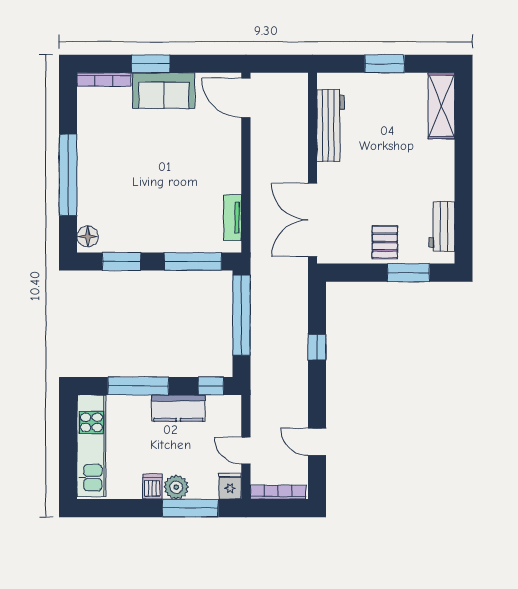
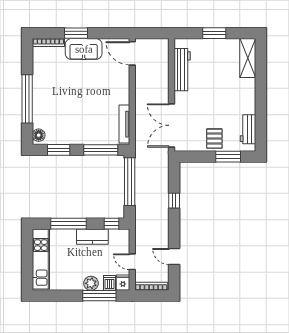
tv unit: (233, 218) -> (124, 124), width x1.41
dishwasher: (152, 487) -> (109, 283), moved

